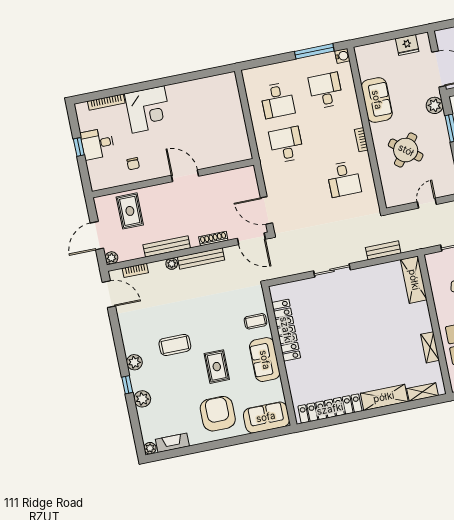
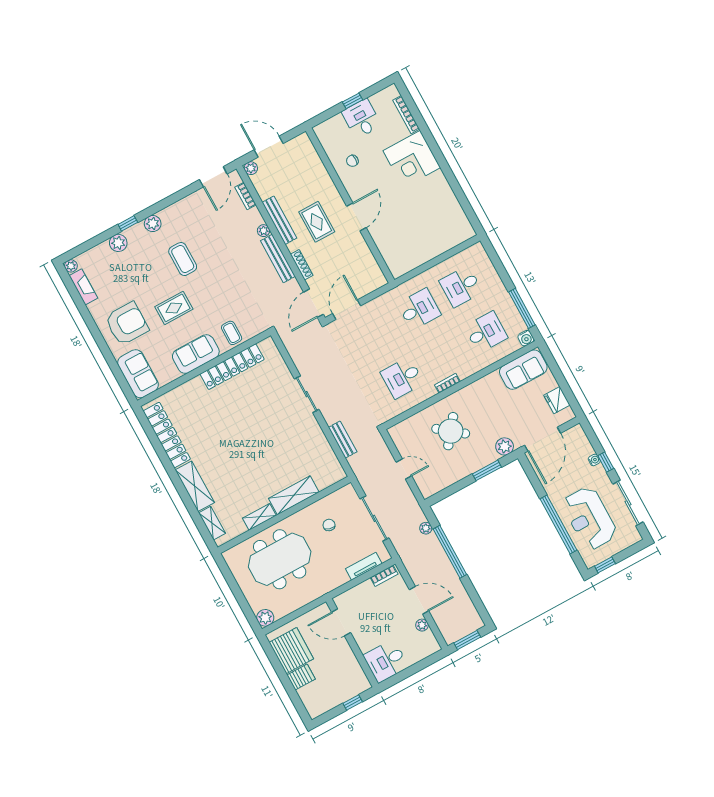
sofa: (377, 100) -> (523, 370), moved
rug: (130, 211) -> (317, 222), moved, turned 90
shelving: (414, 280) -> (294, 495), moved

